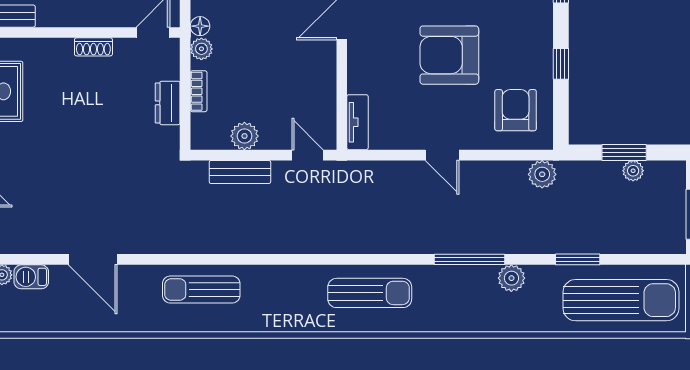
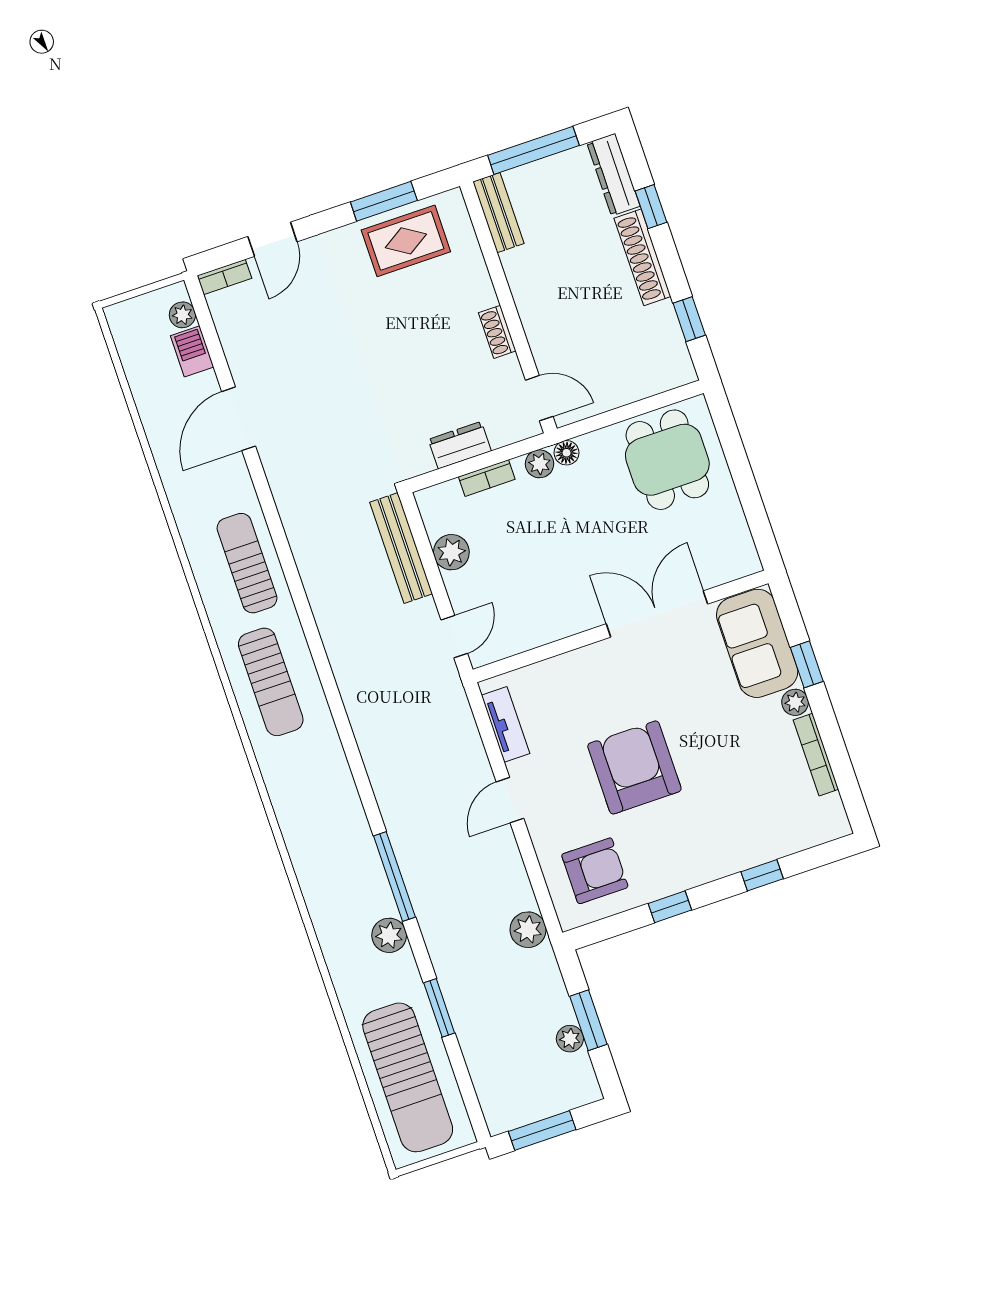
tv unit: (358, 122) -> (506, 724), moved, turned -90
bench: (240, 172) -> (401, 548), width x1.36
sun lounger: (370, 293) -> (271, 682), moved

